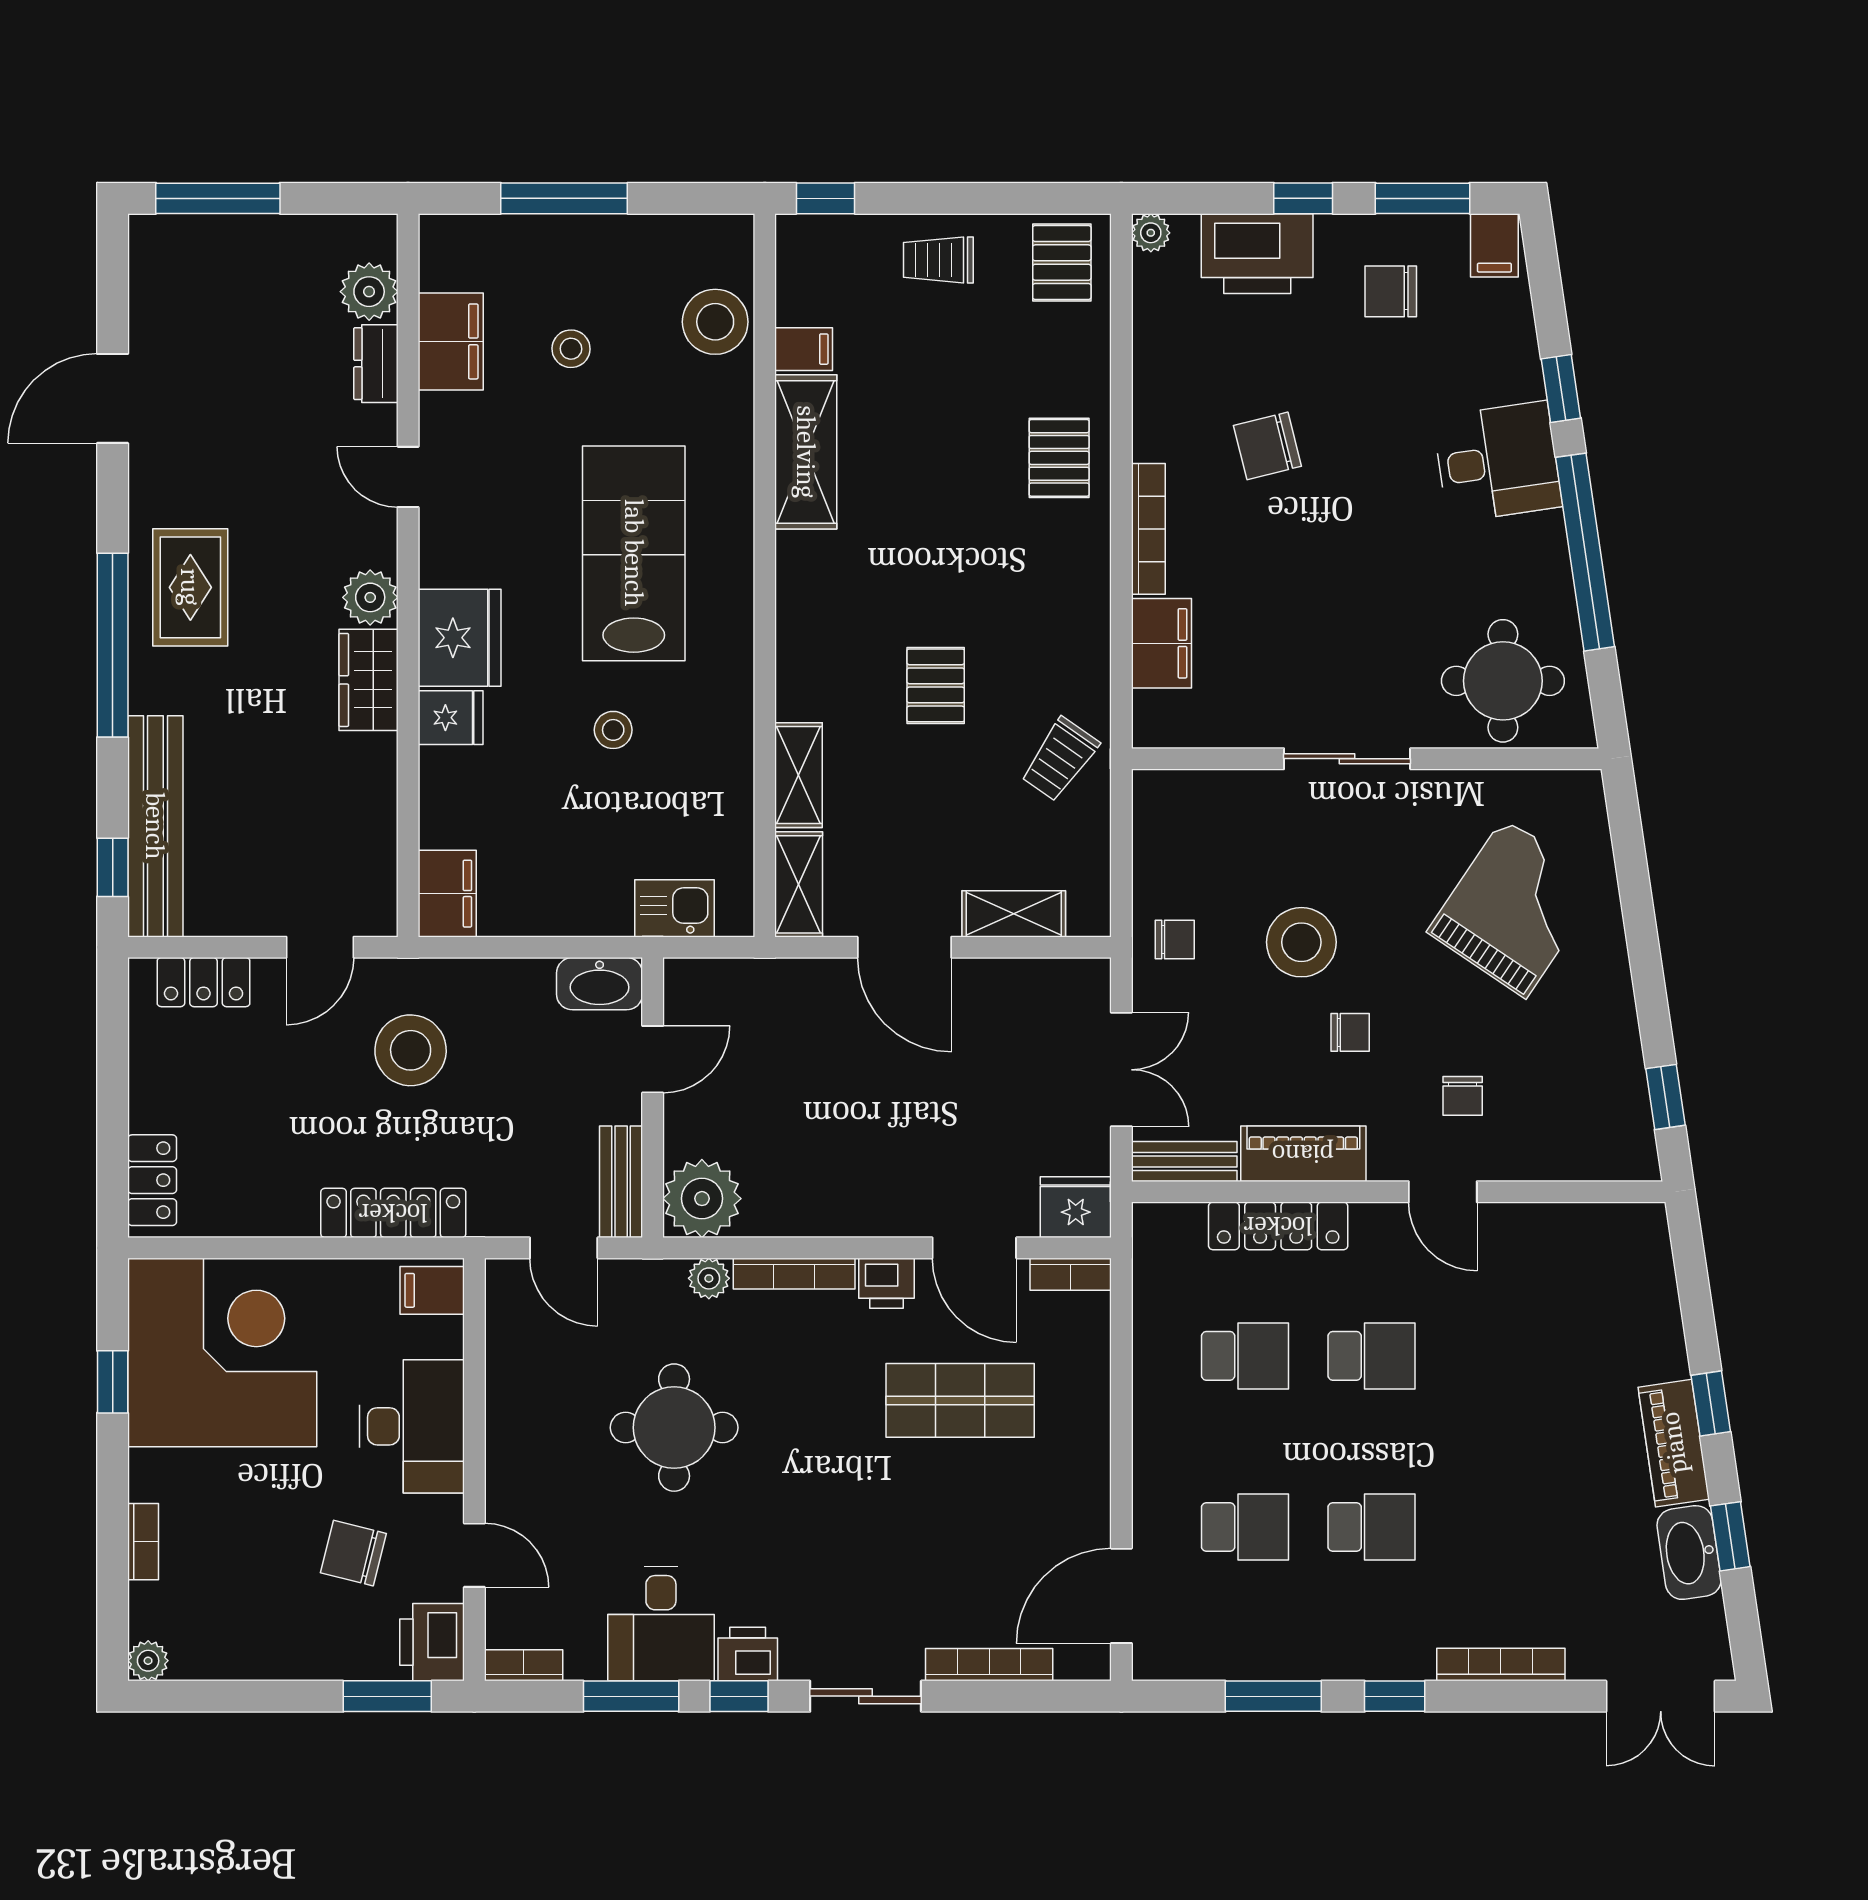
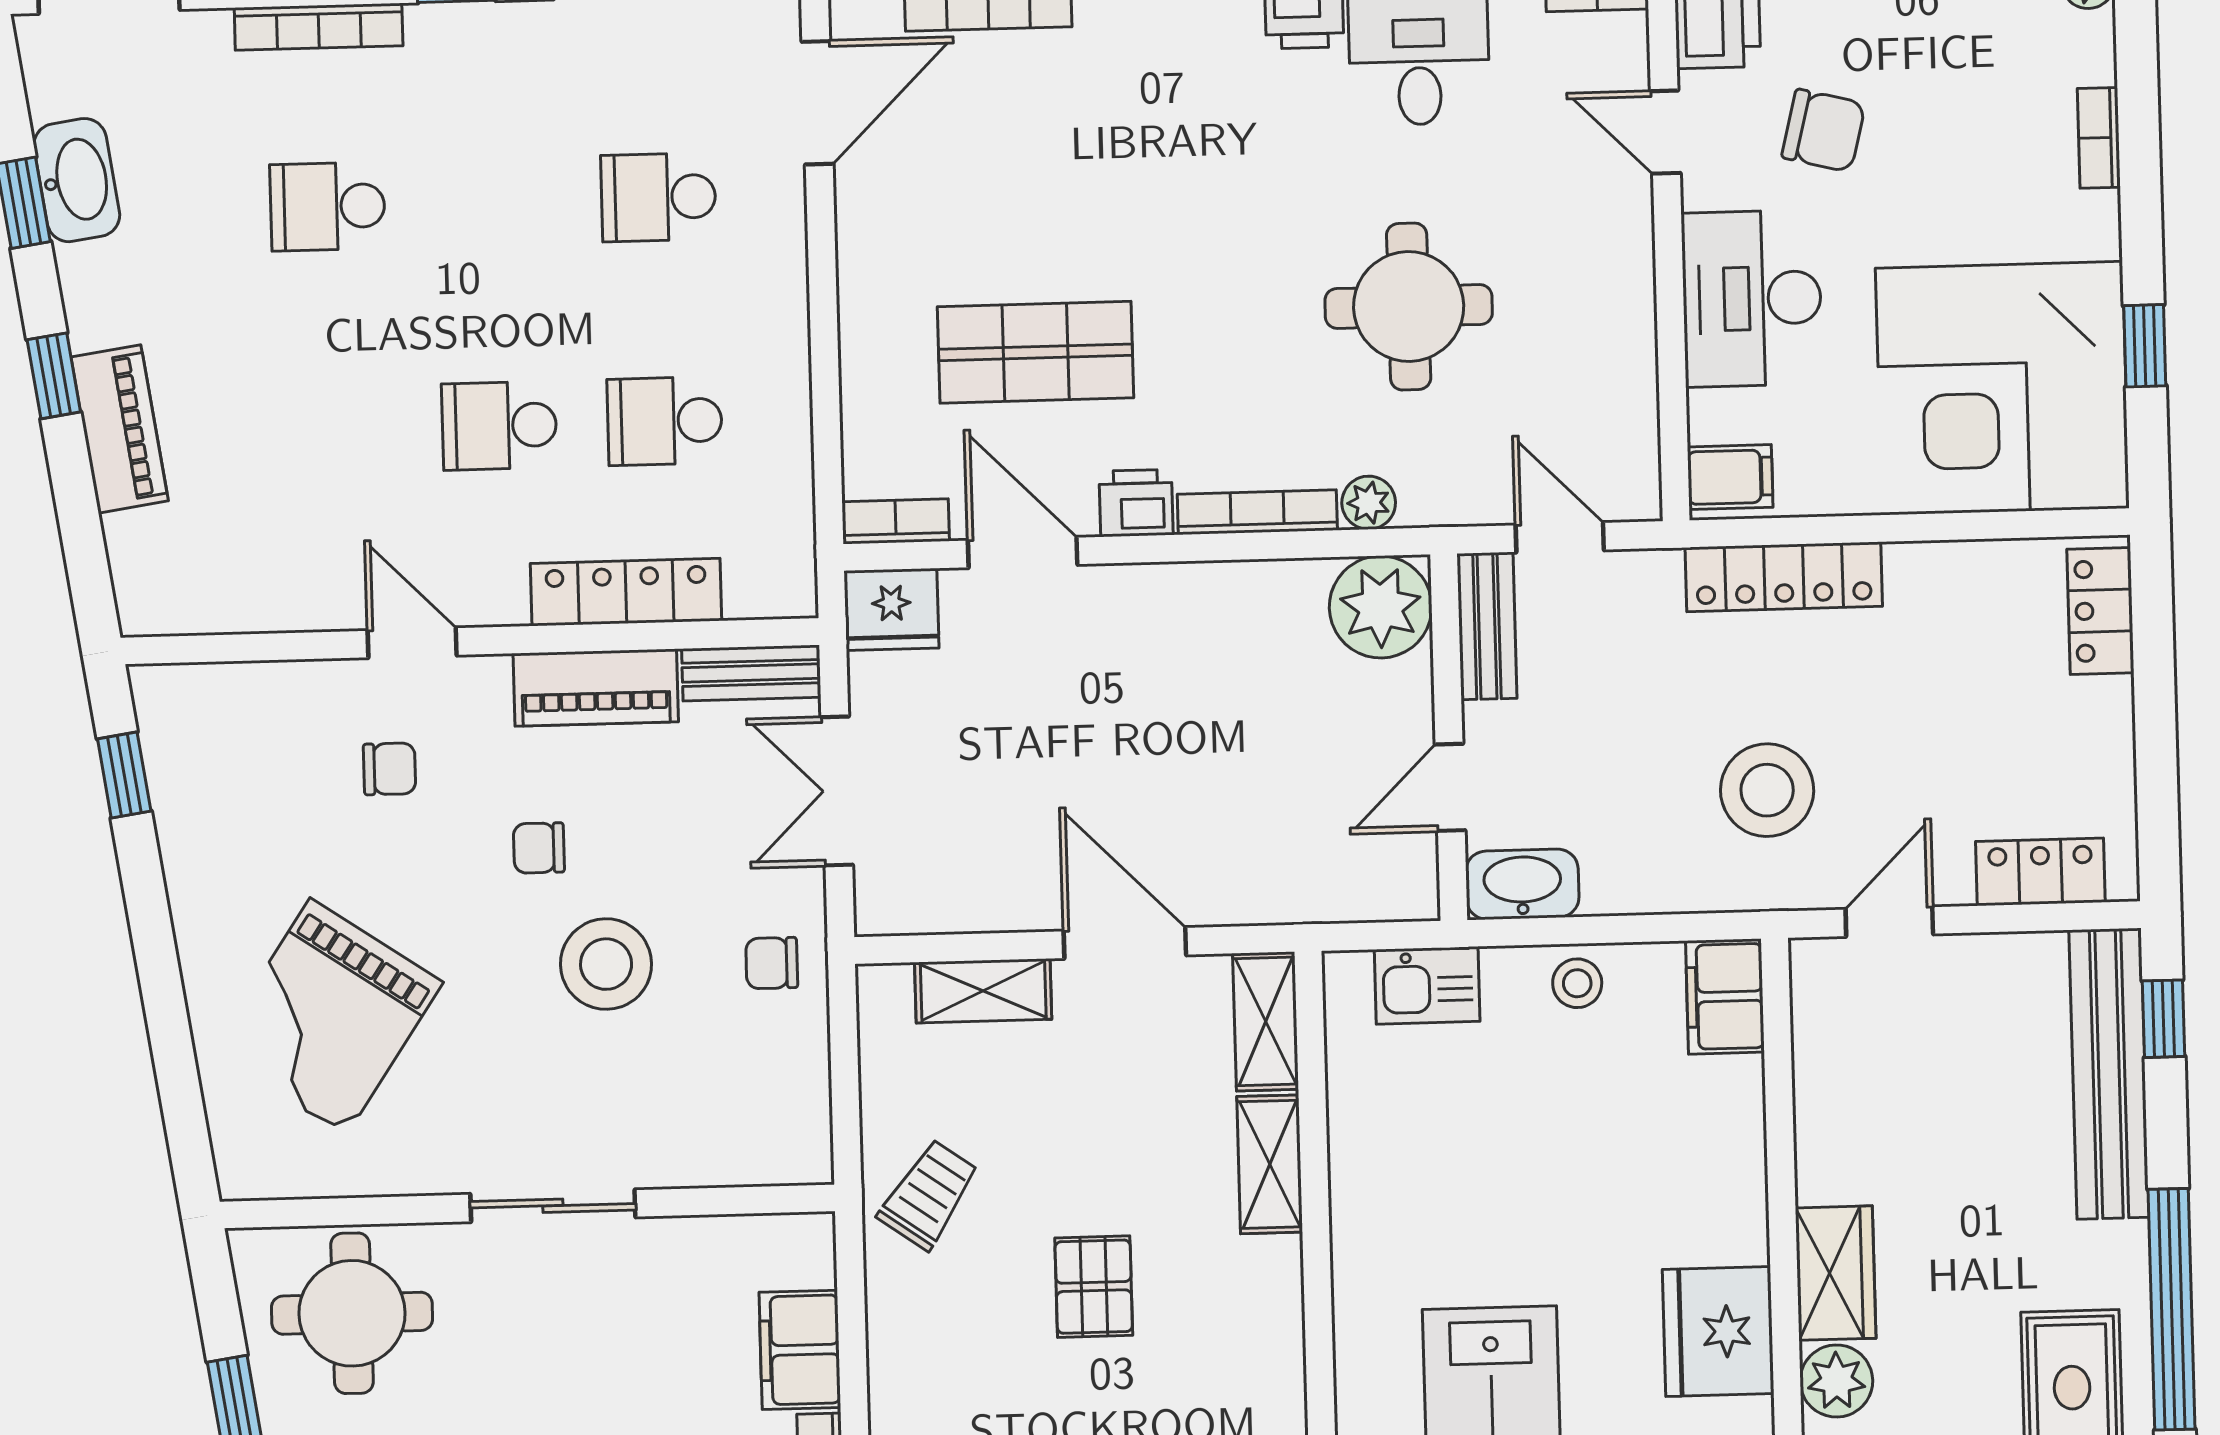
fridge: (451, 718) -> (1727, 1227), removed
stool: (613, 730) -> (1577, 983), moved
chair: (1463, 1096) -> (390, 769), turned 90
piano: (1674, 1443) -> (120, 429), moved
school desk: (1371, 1527) -> (328, 206), moved

